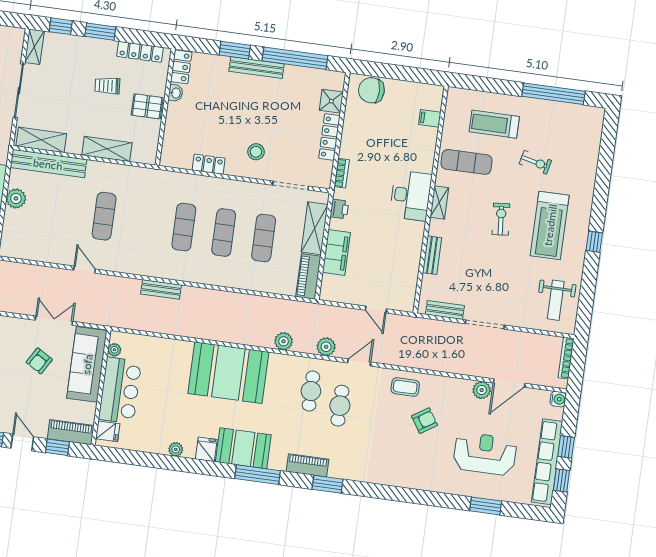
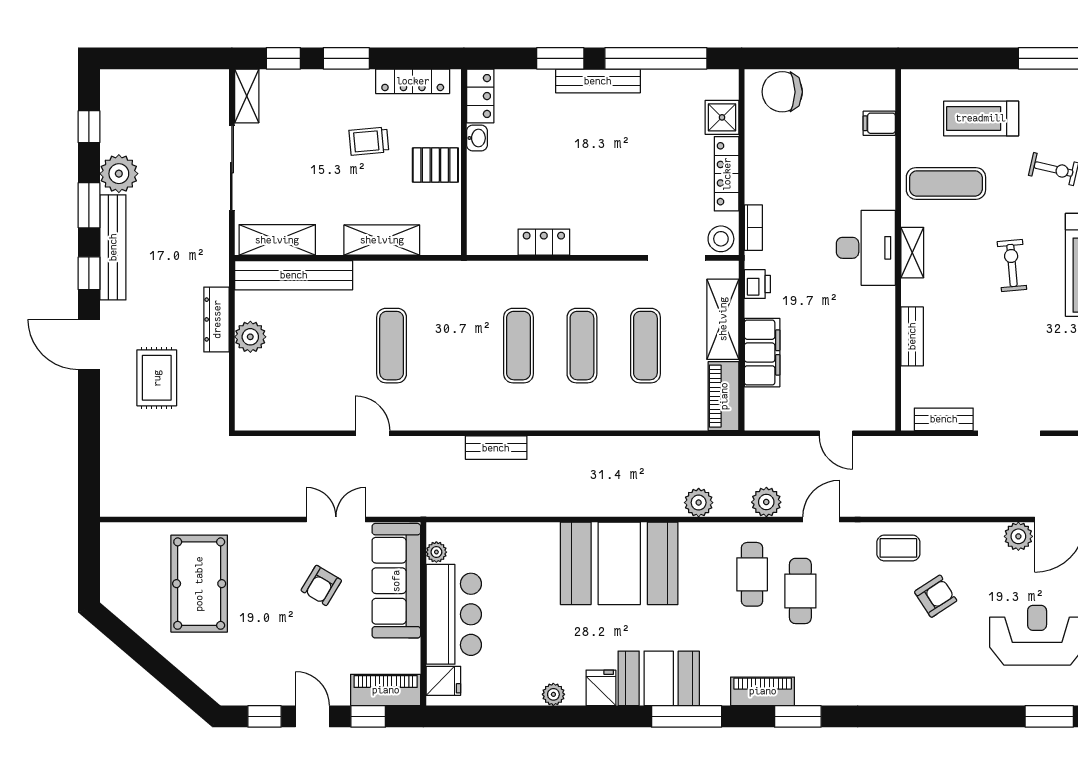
stool: (256, 152) -> (721, 239), moved

